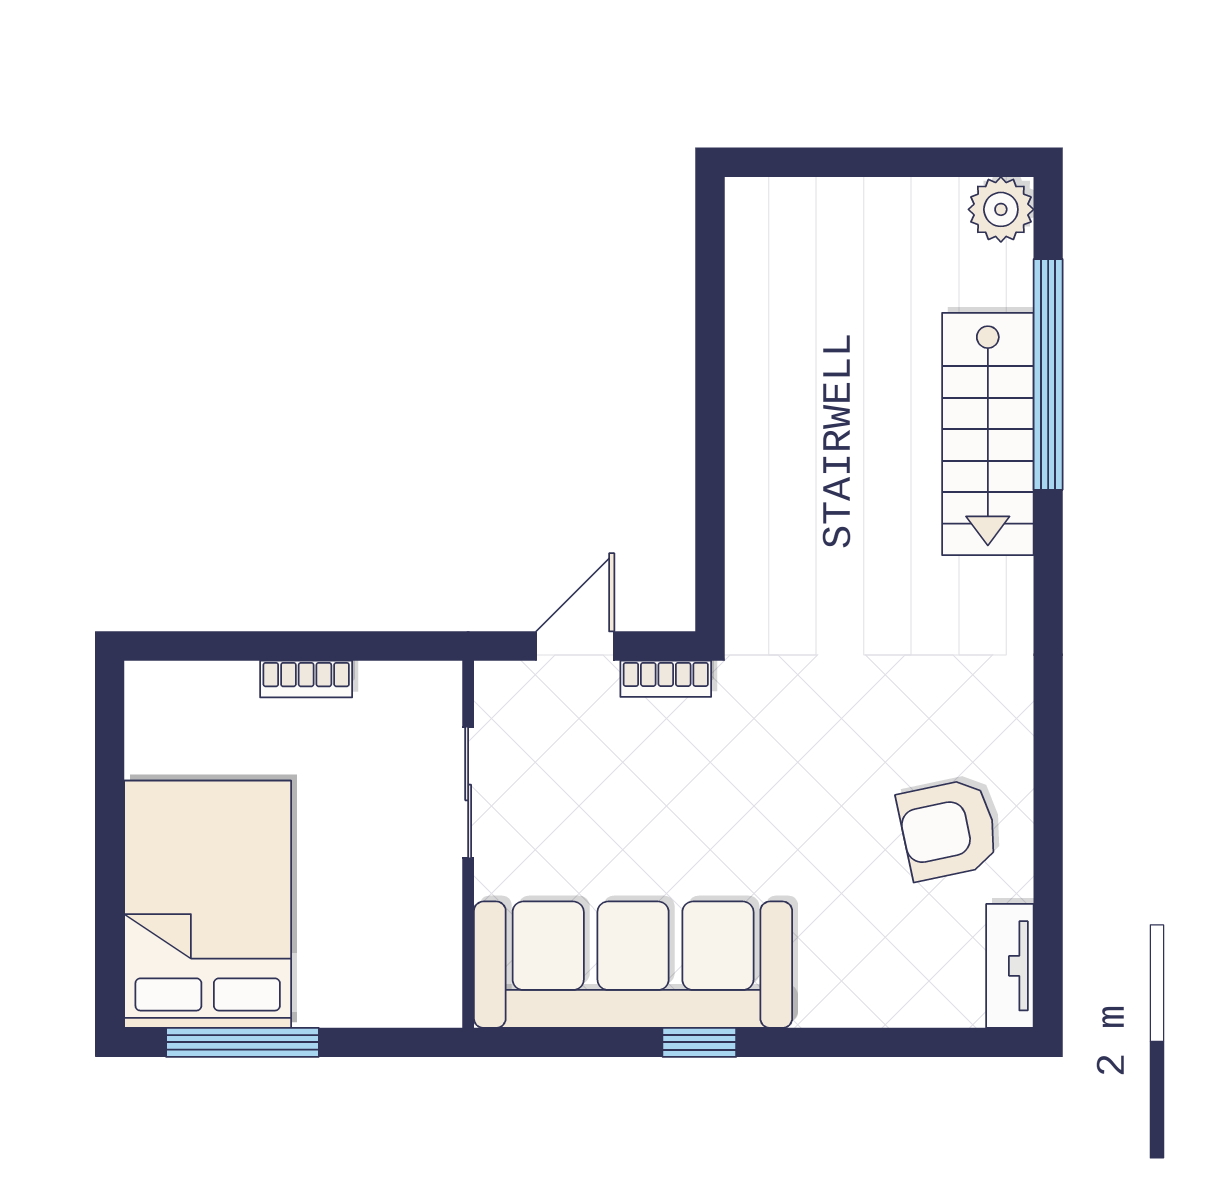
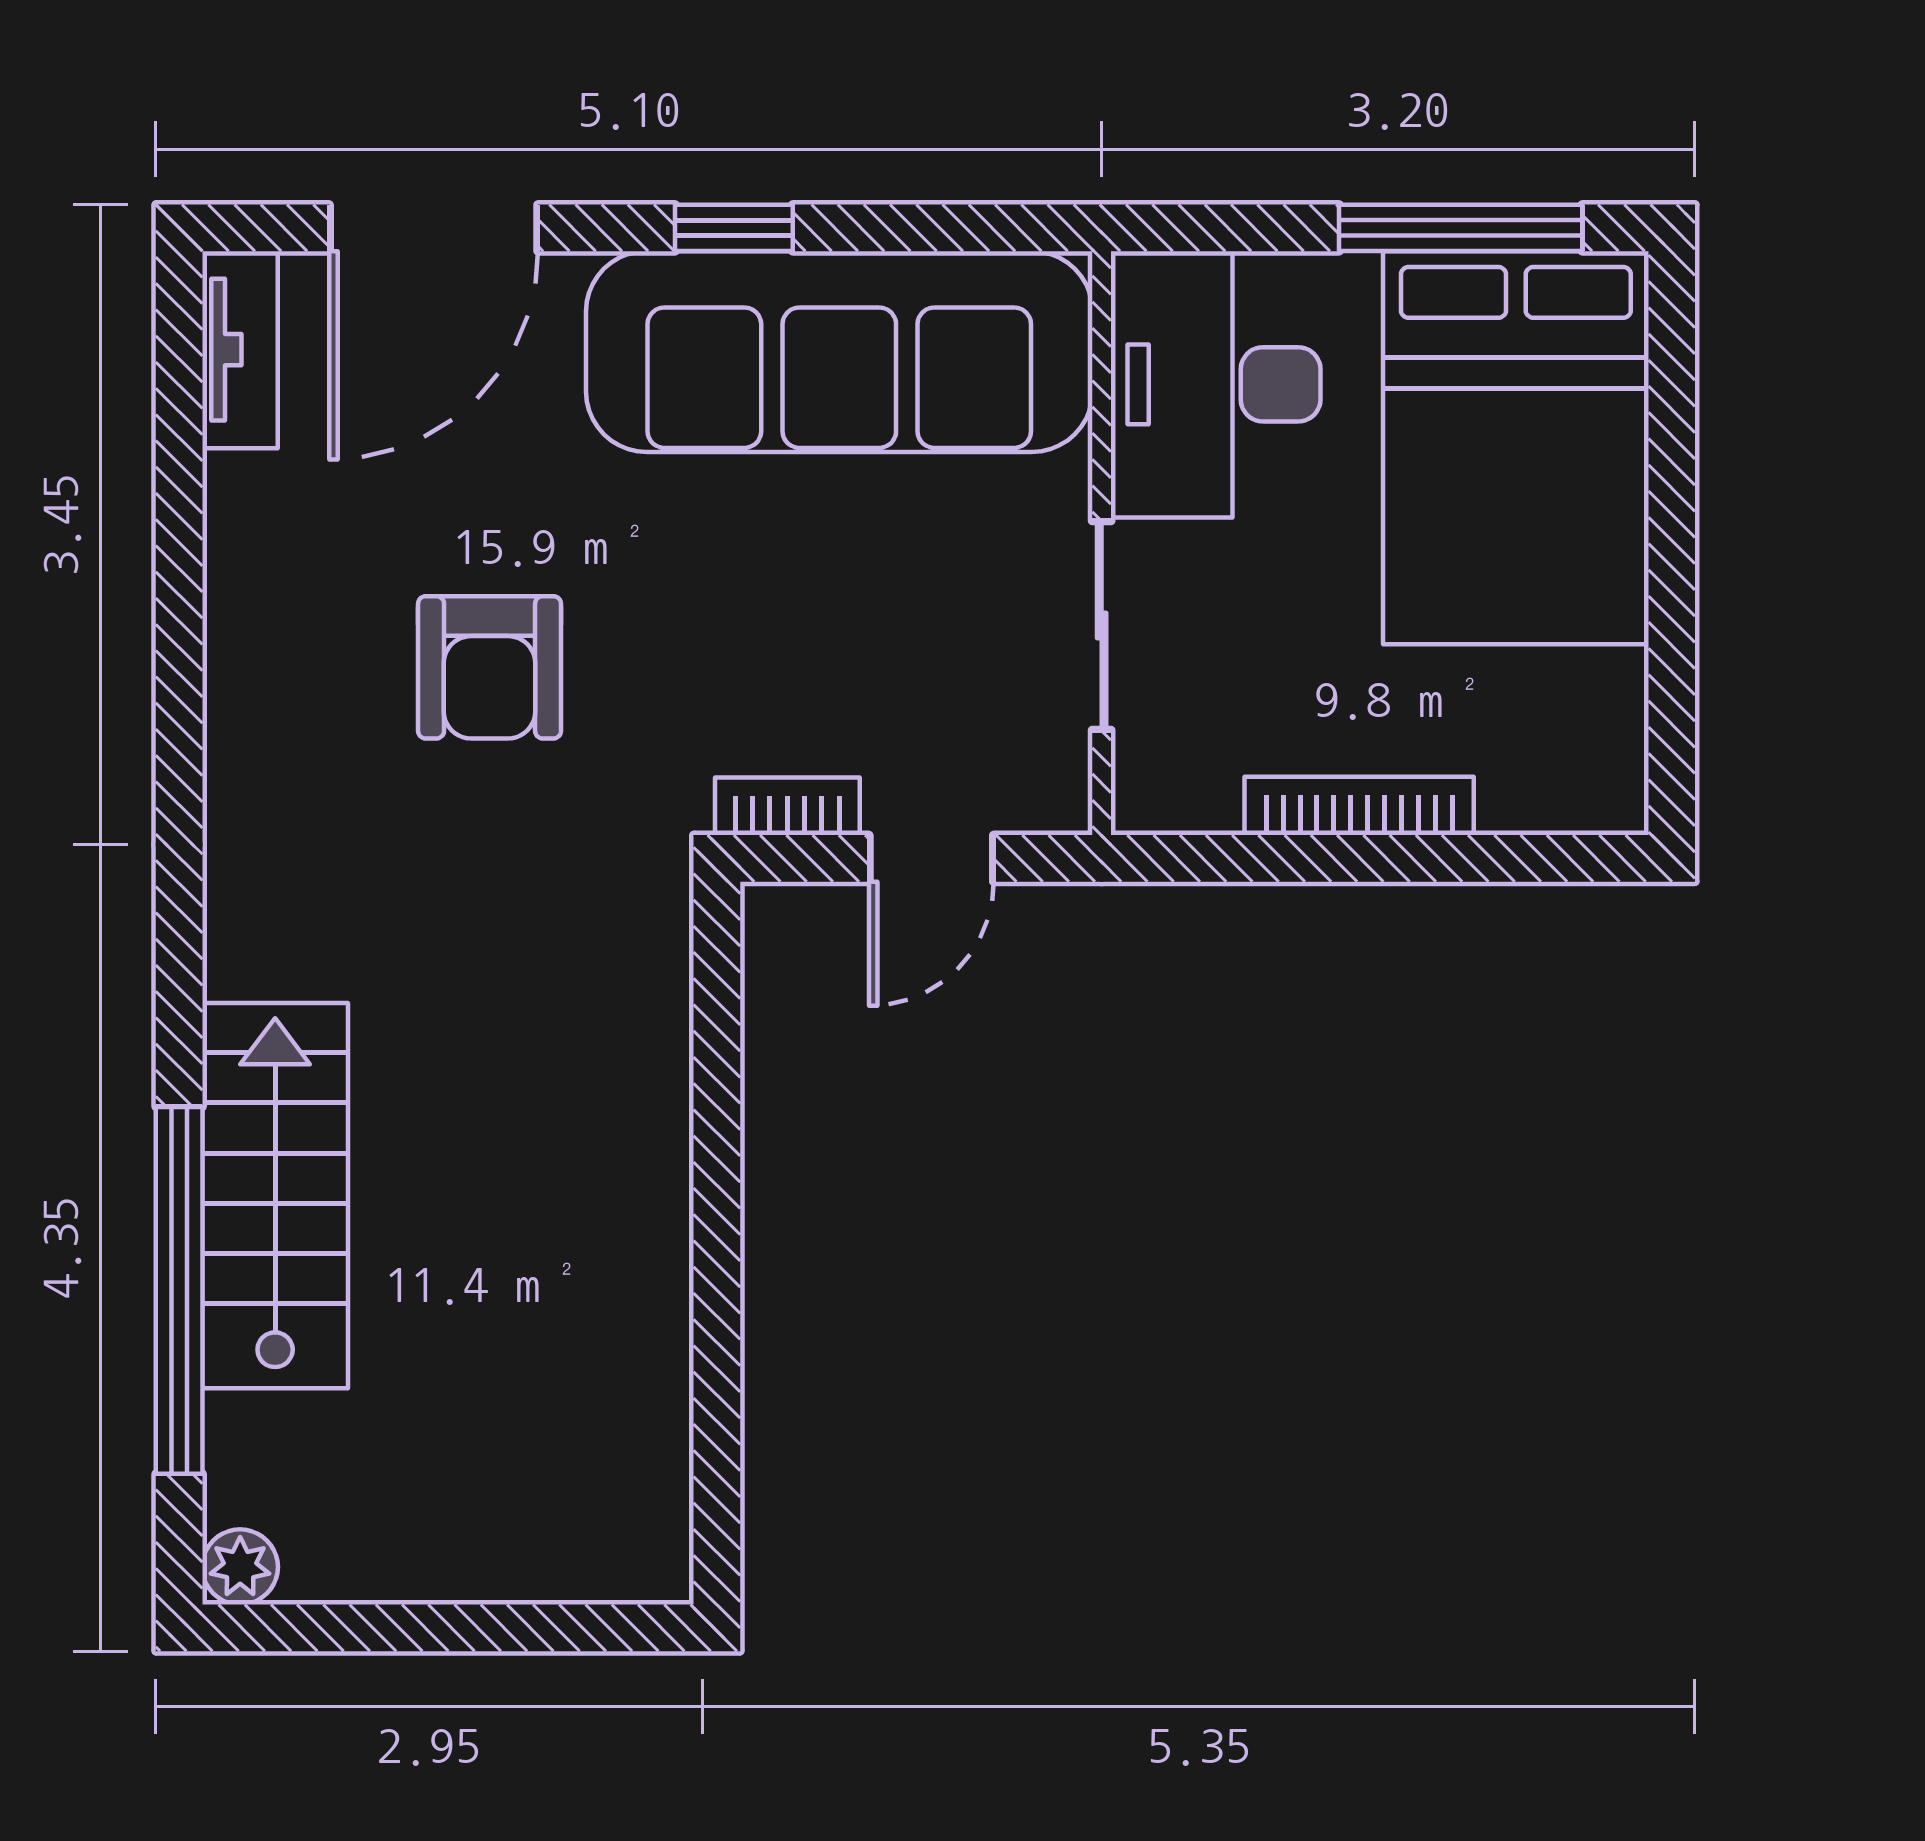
plant: (1001, 209) -> (240, 1567), width x0.73, depth x0.73
bookcase: (306, 679) -> (1359, 806), width x1.56
armchair: (948, 830) -> (490, 667), moved, turned 102
desk: (396, 944) -> (1216, 384), added
door: (888, 1042) -> (434, 228), added

